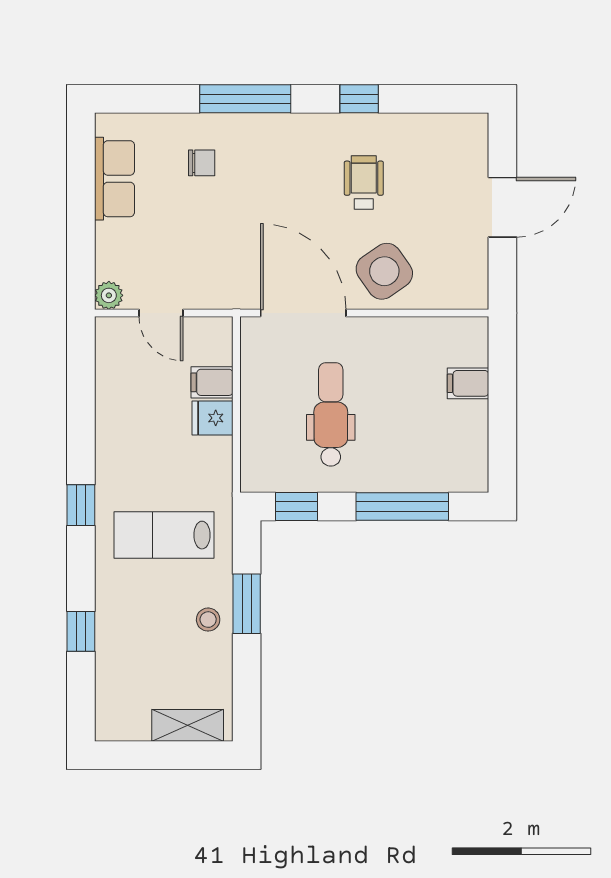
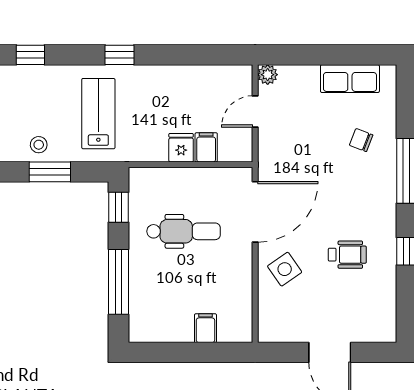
chair: (202, 163) -> (361, 140), turned 111
side table: (384, 271) -> (285, 269), width x0.73, depth x0.73

